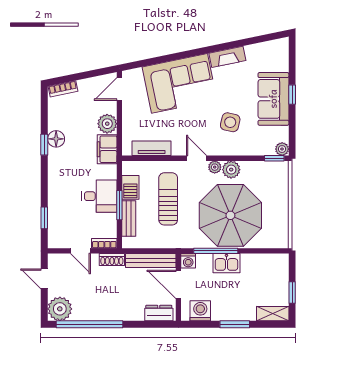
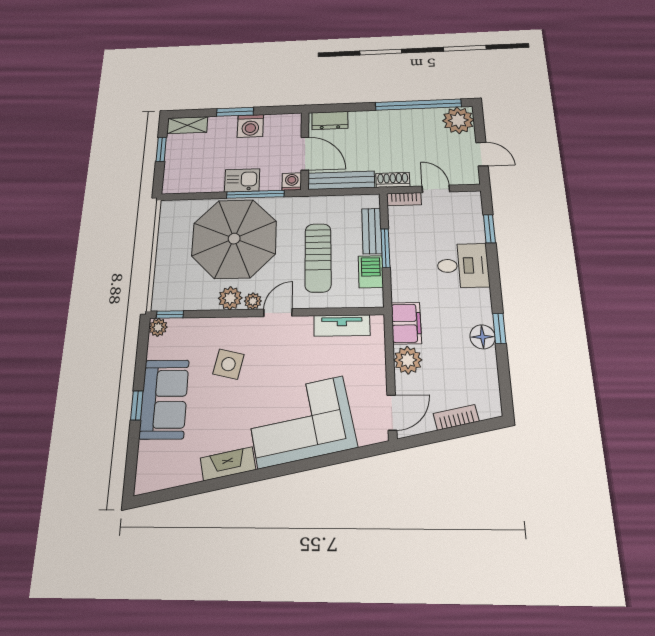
bookcase: (63, 89) -> (456, 417), moved
door: (197, 158) -> (278, 313), swing flipped
desk: (99, 196) -> (463, 266), moved, turned 180
washing machine: (200, 311) -> (250, 126), moved

